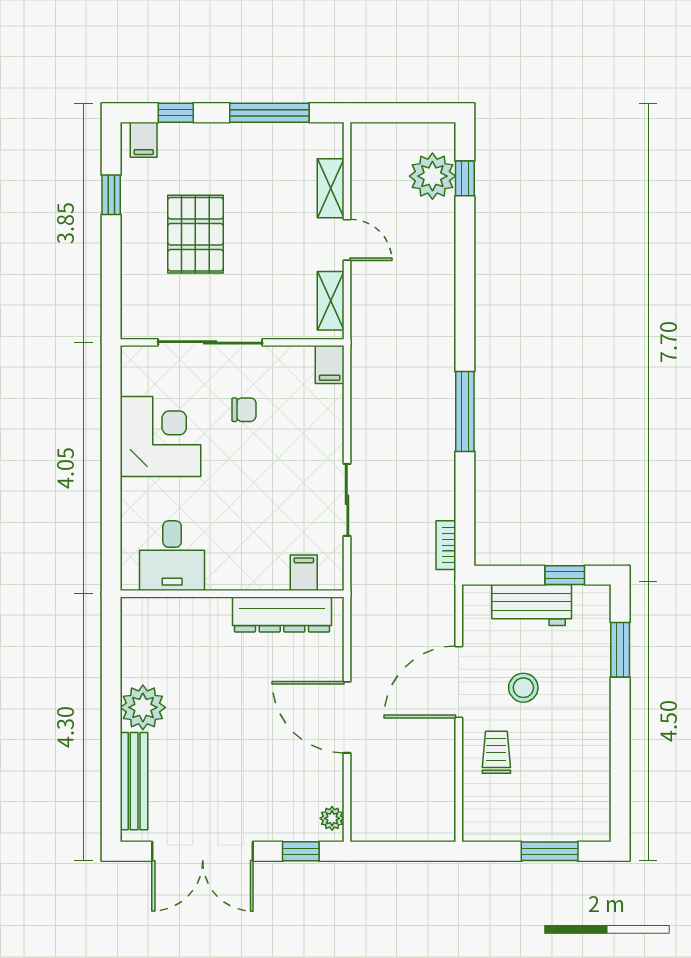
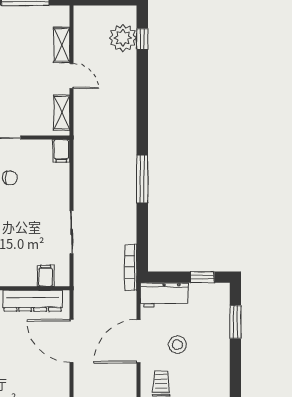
bookcase: (446, 545) -> (131, 267), width x1.56
workbench: (532, 605) -> (164, 295), moved
door: (347, 717) -> (72, 341), moved

